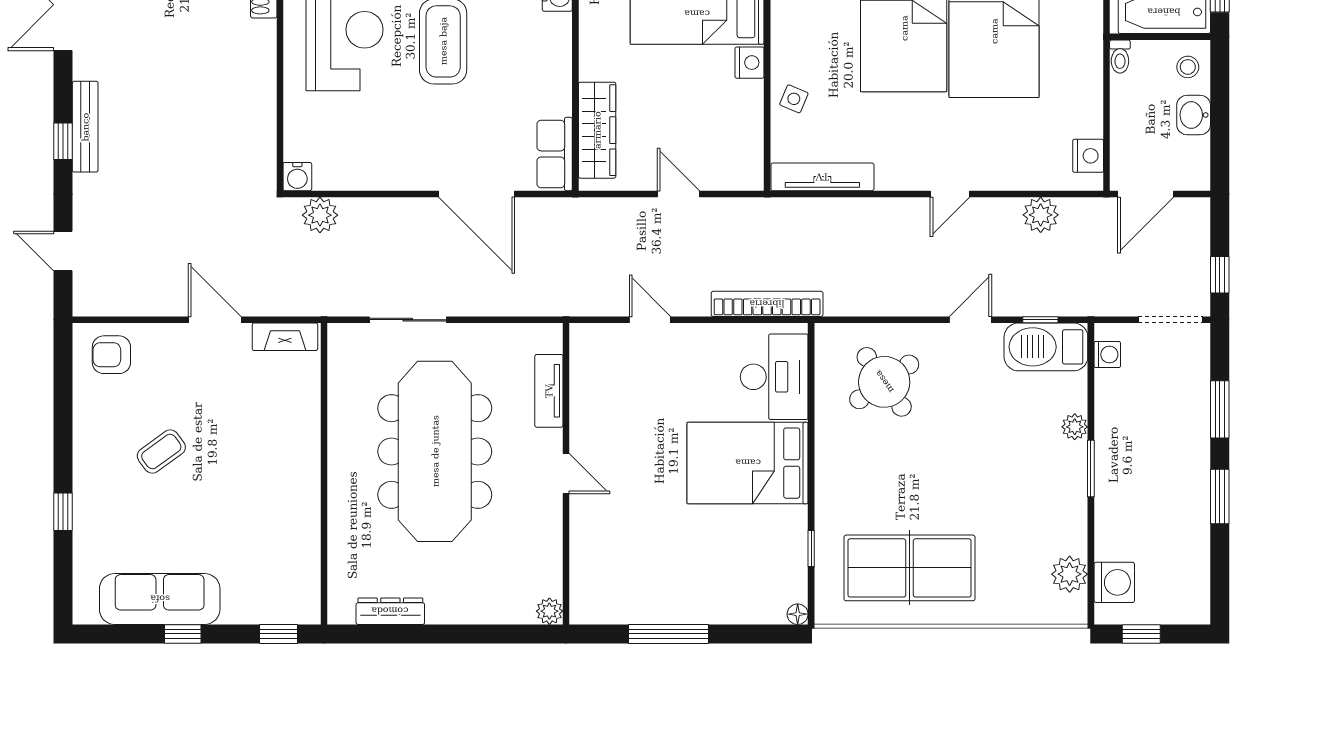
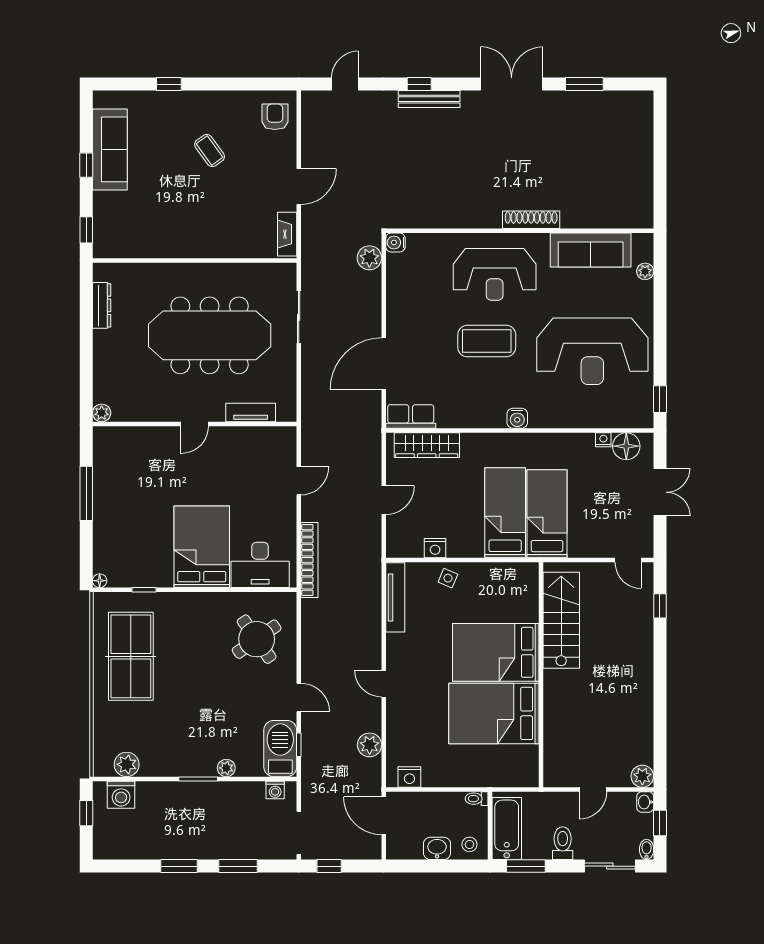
nightstand: (750, 63) -> (435, 548), moved

